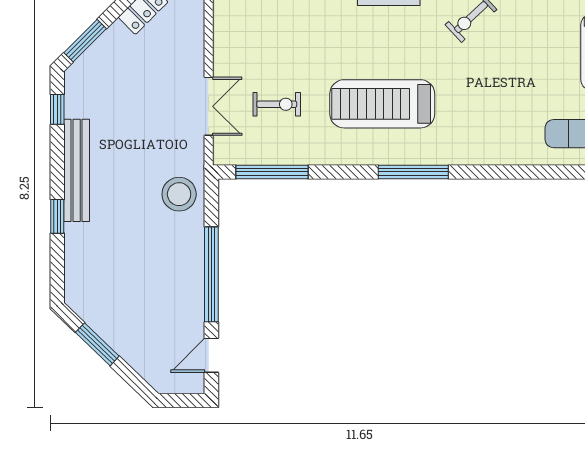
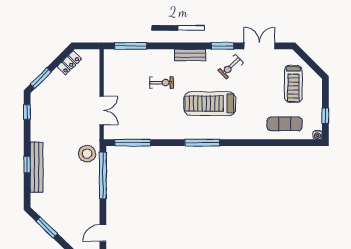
exercise bike: (277, 104) -> (162, 83), moved
treadmill: (382, 104) -> (210, 104), moved
bench: (77, 170) -> (37, 167), moved
window: (211, 274) -> (103, 176), moved

